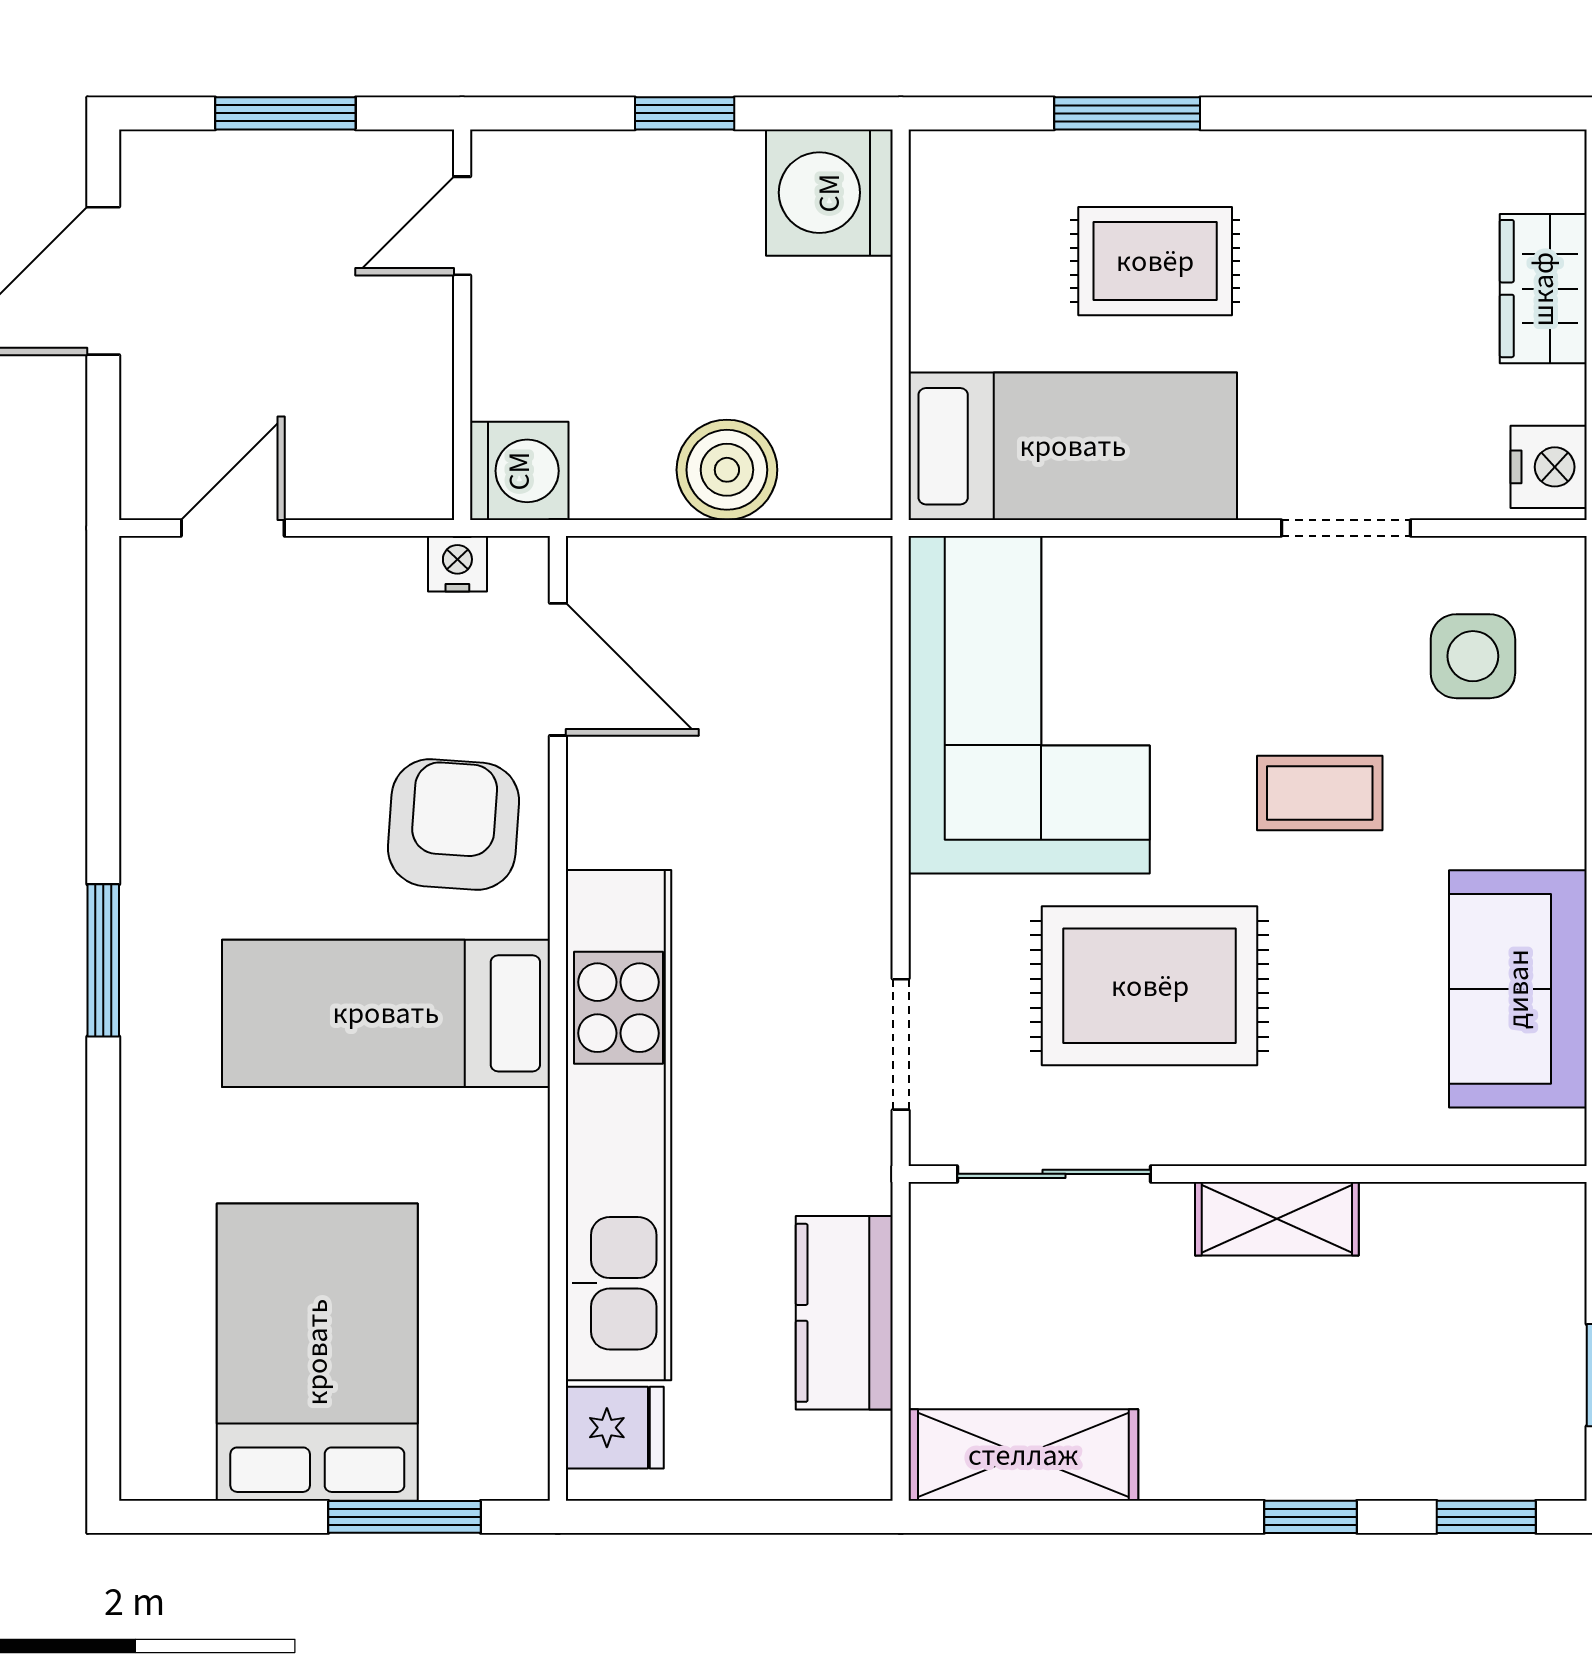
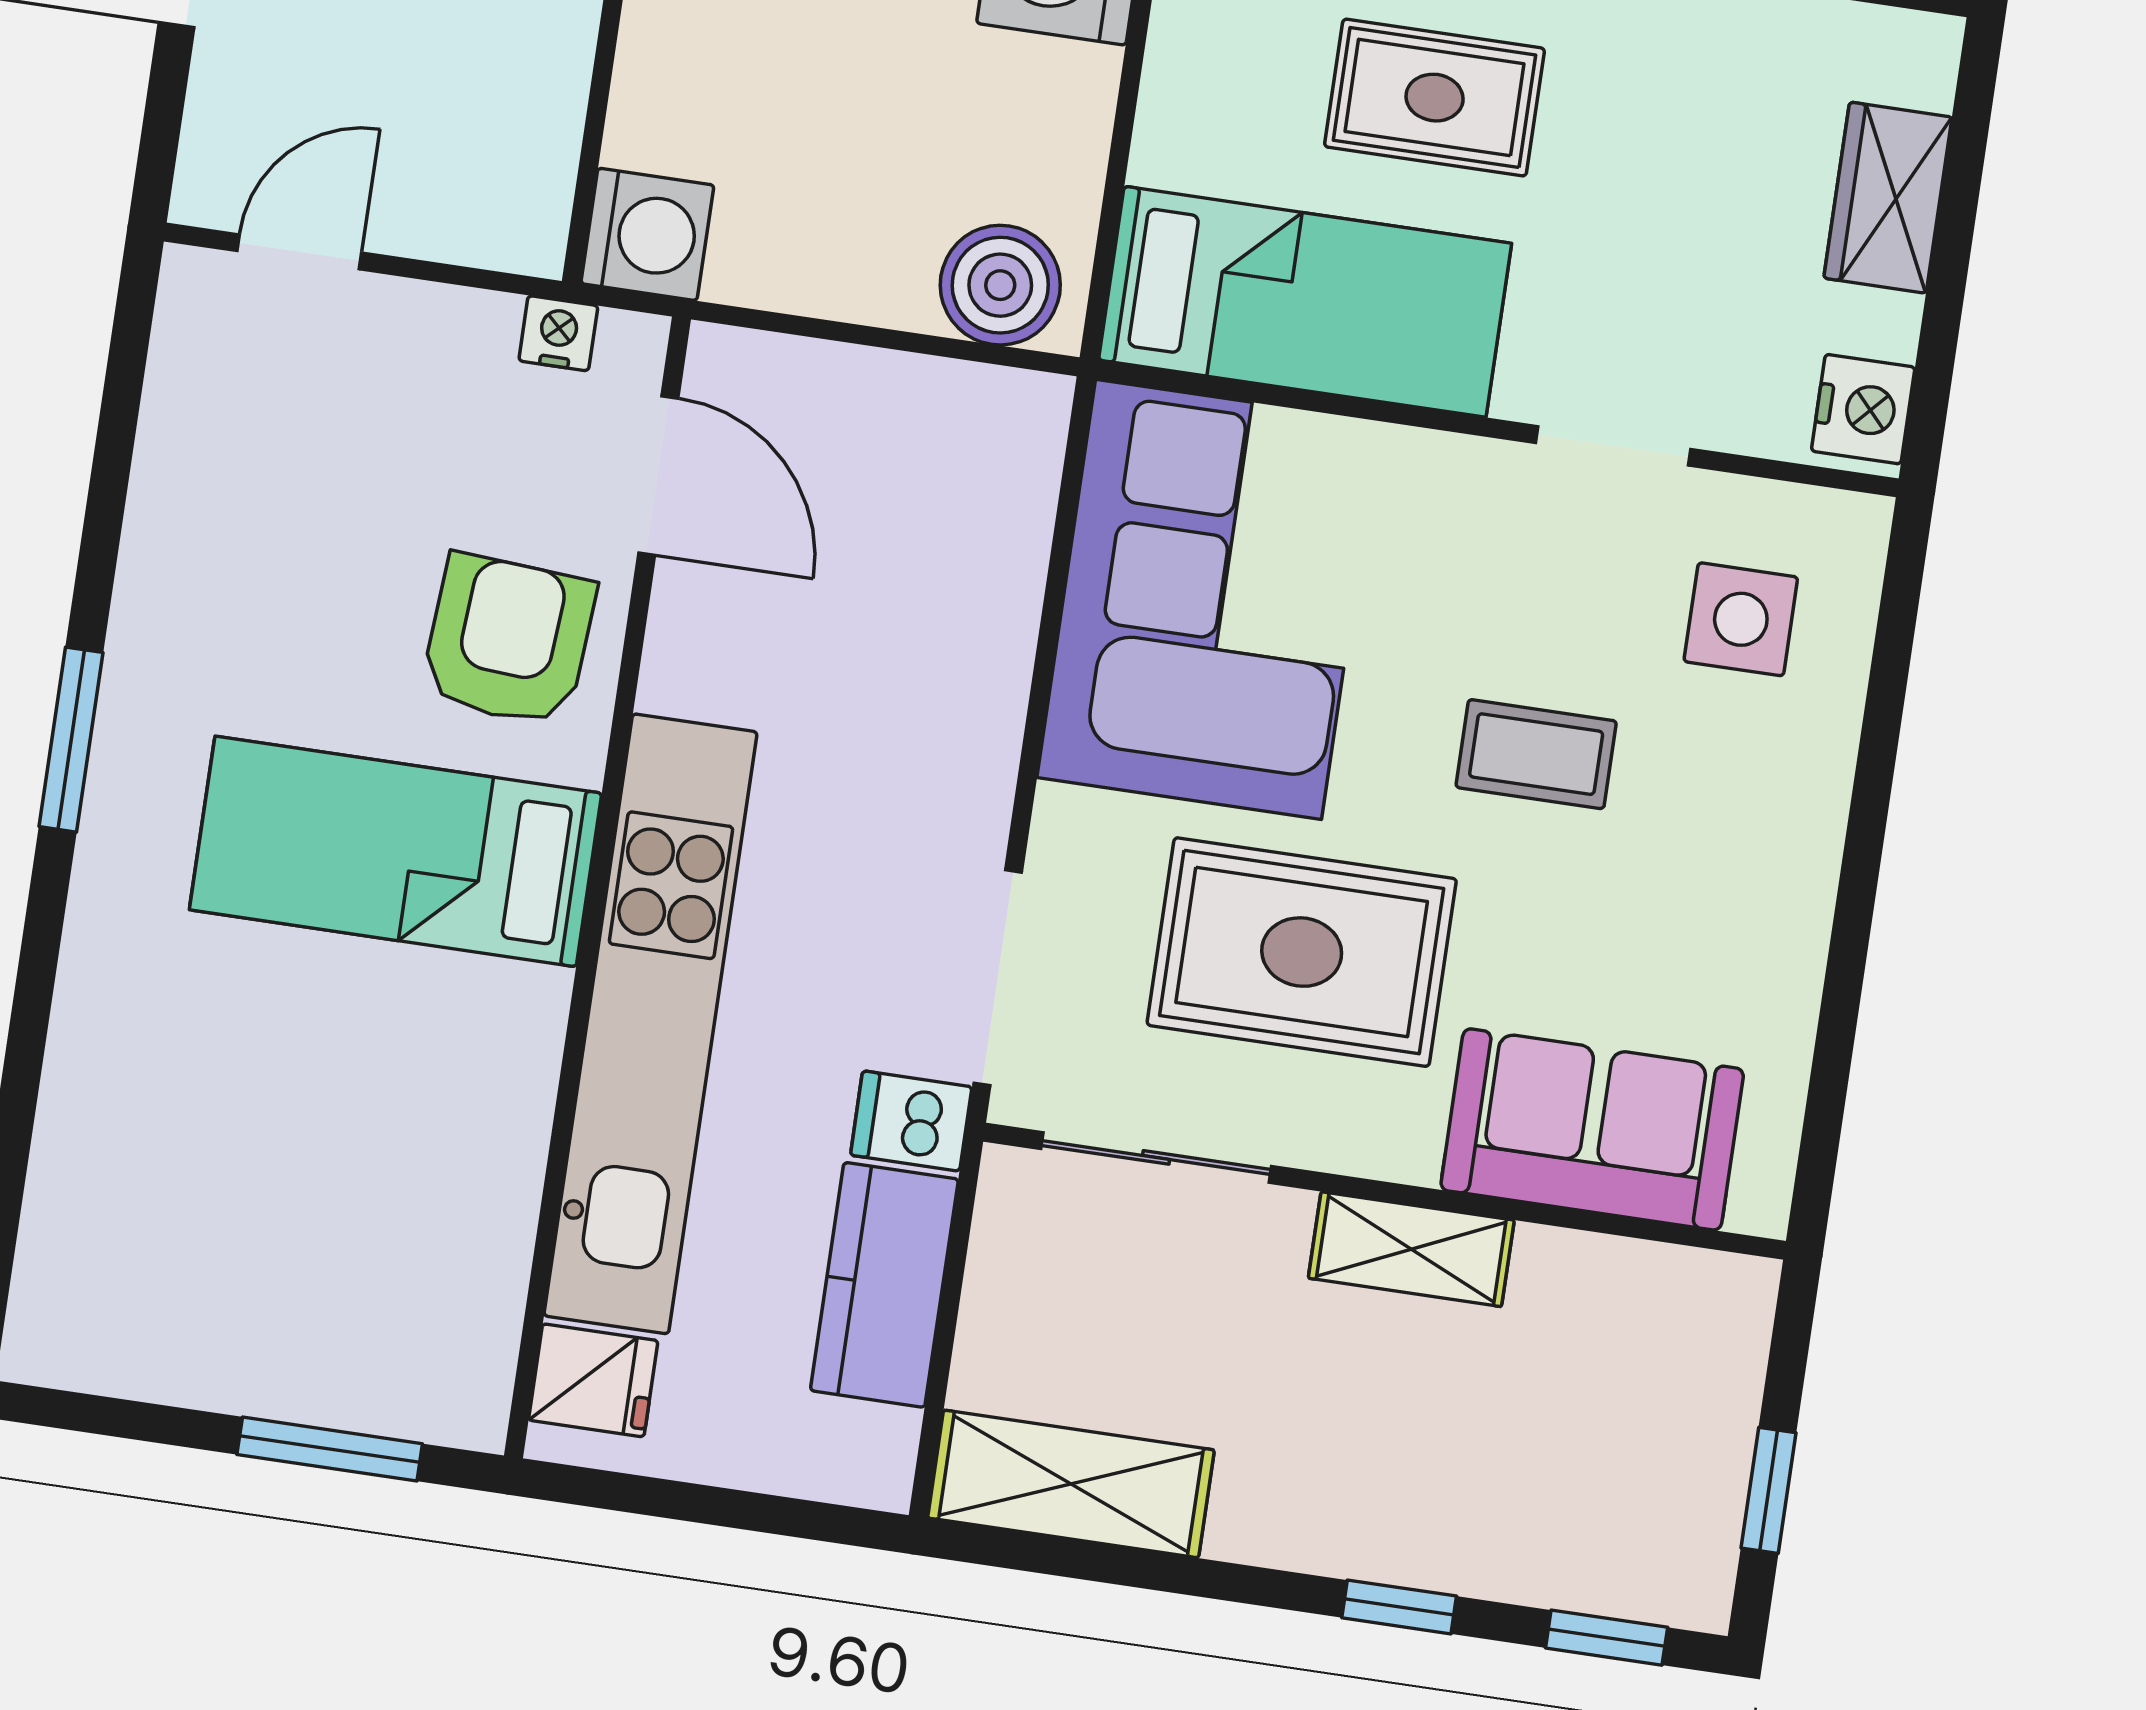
boiler: (727, 470) -> (1000, 285), moved
sofa: (1518, 989) -> (1592, 1129), moved, turned 90
doorway: (901, 1044) -> (998, 978), width x1.38
dishwasher: (846, 1174) -> (911, 1121), added
bed: (317, 1352) -> (255, 1239), removed

